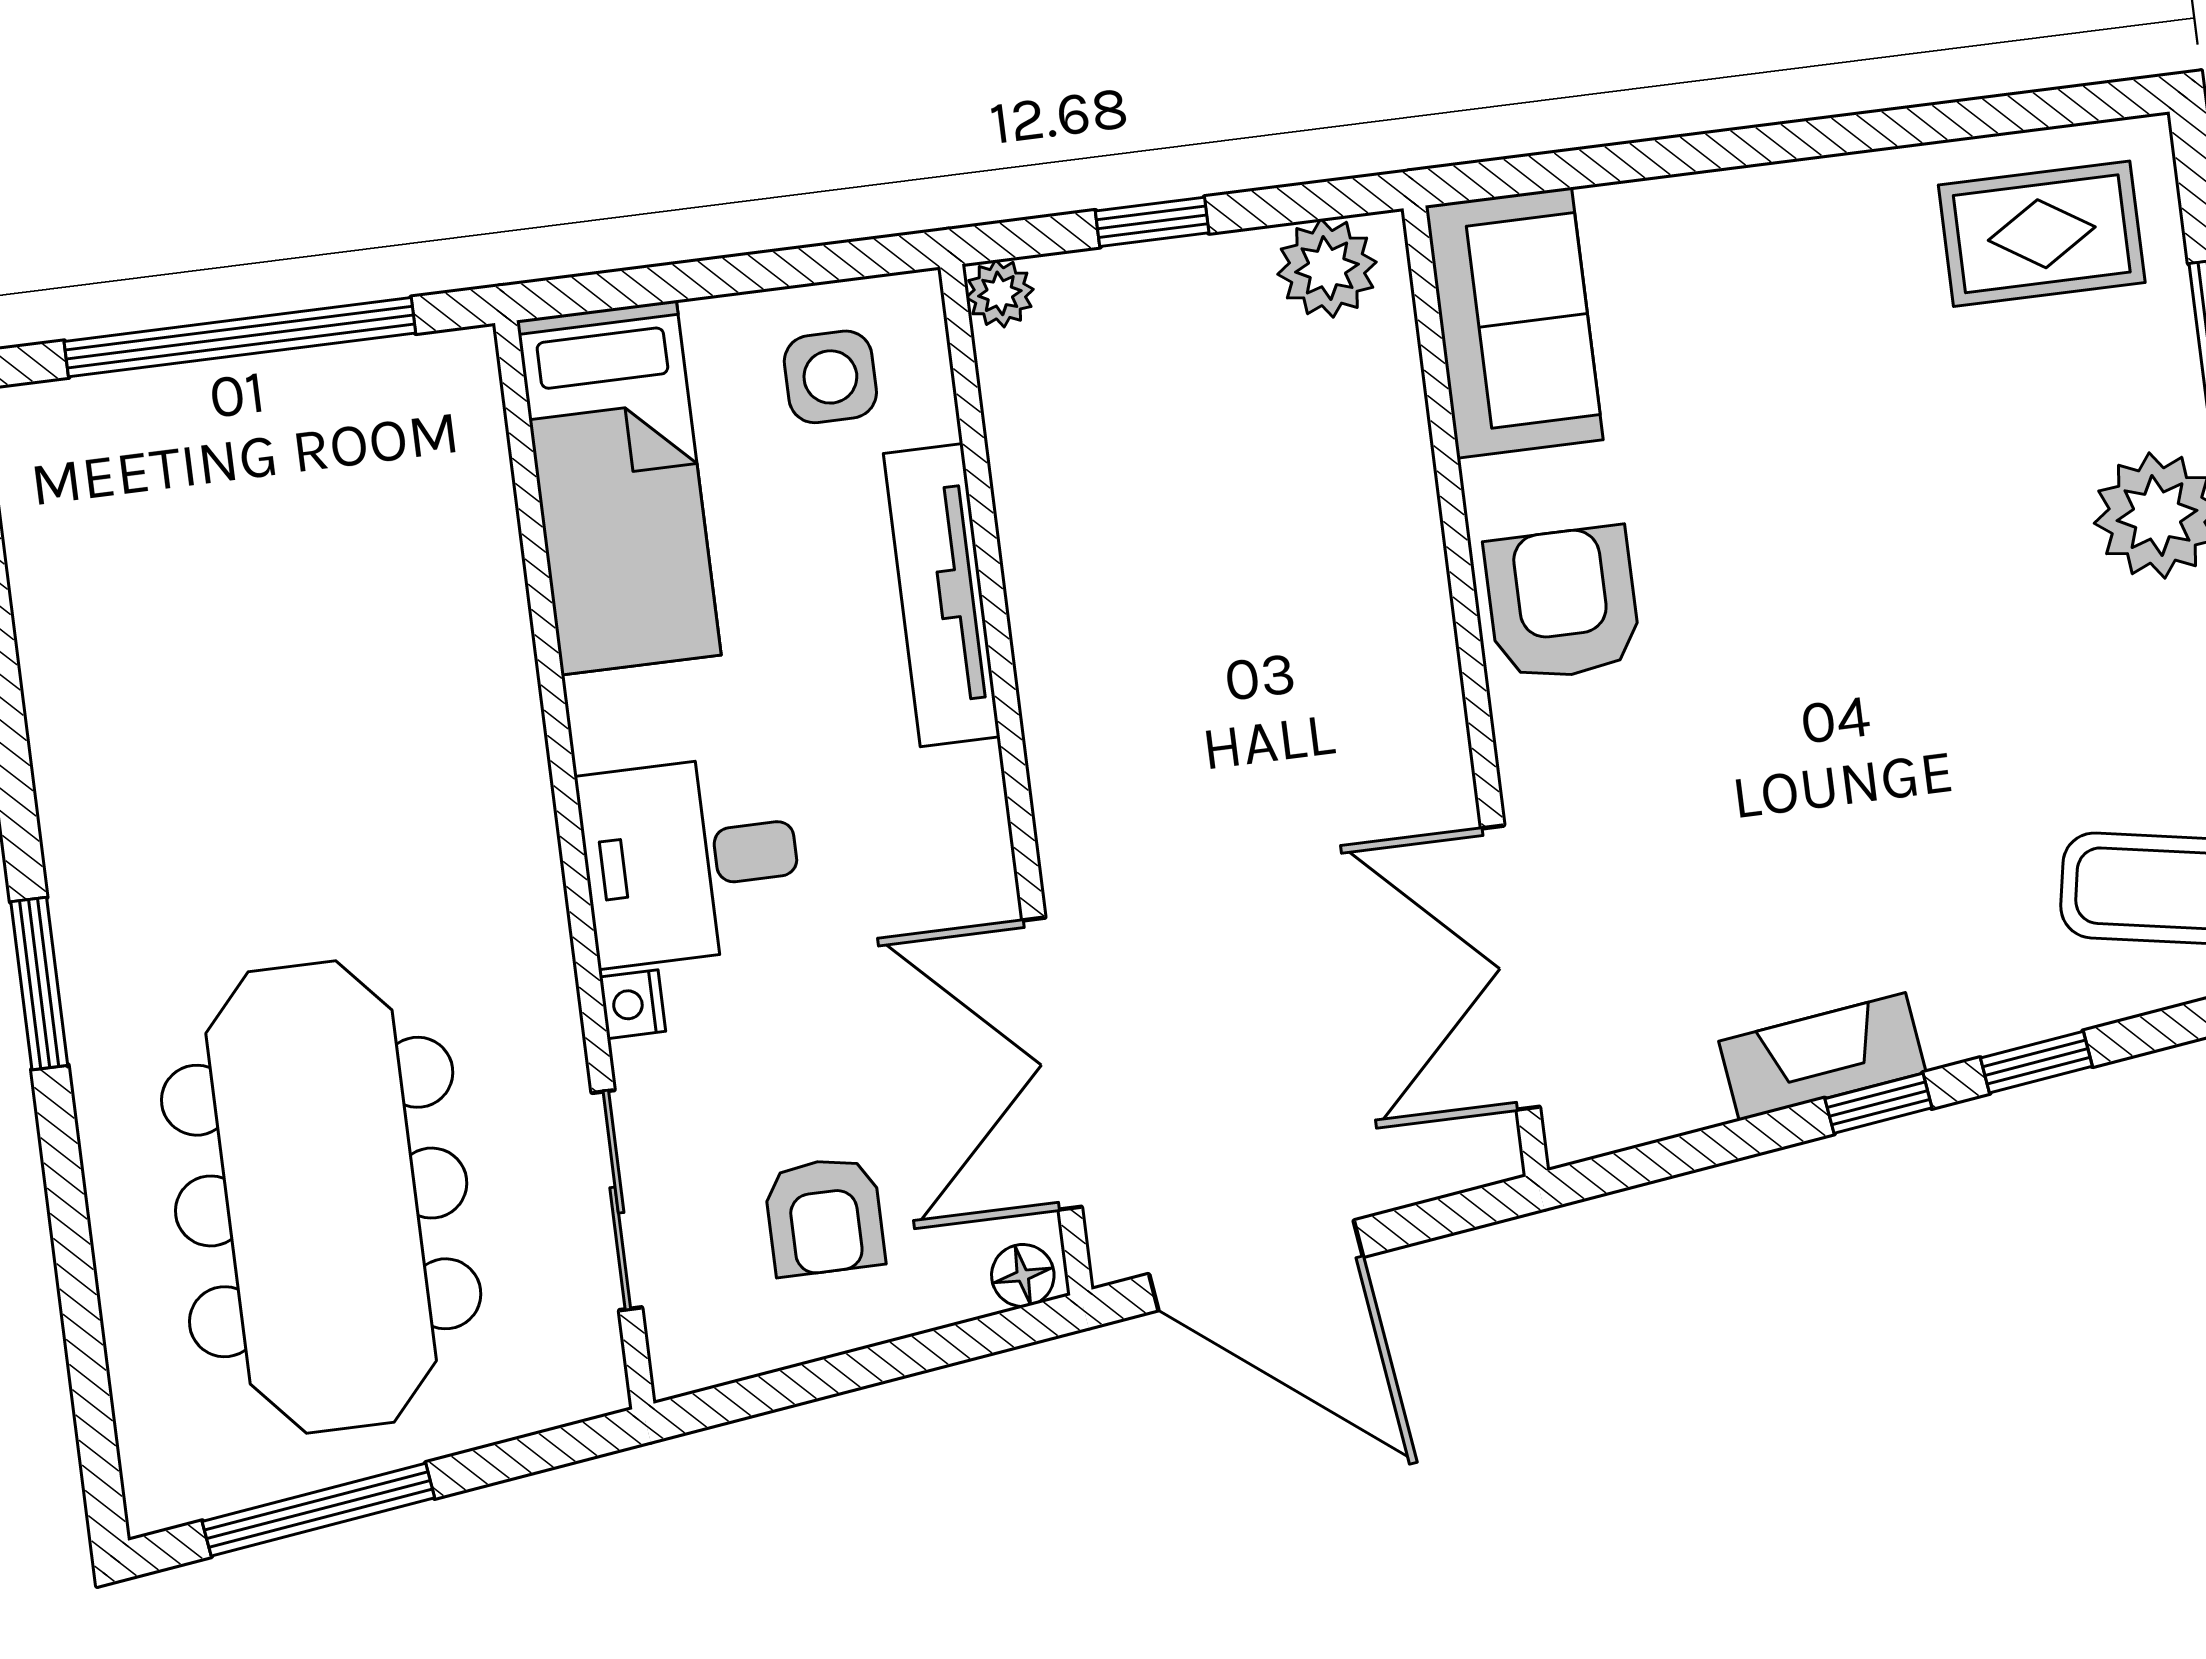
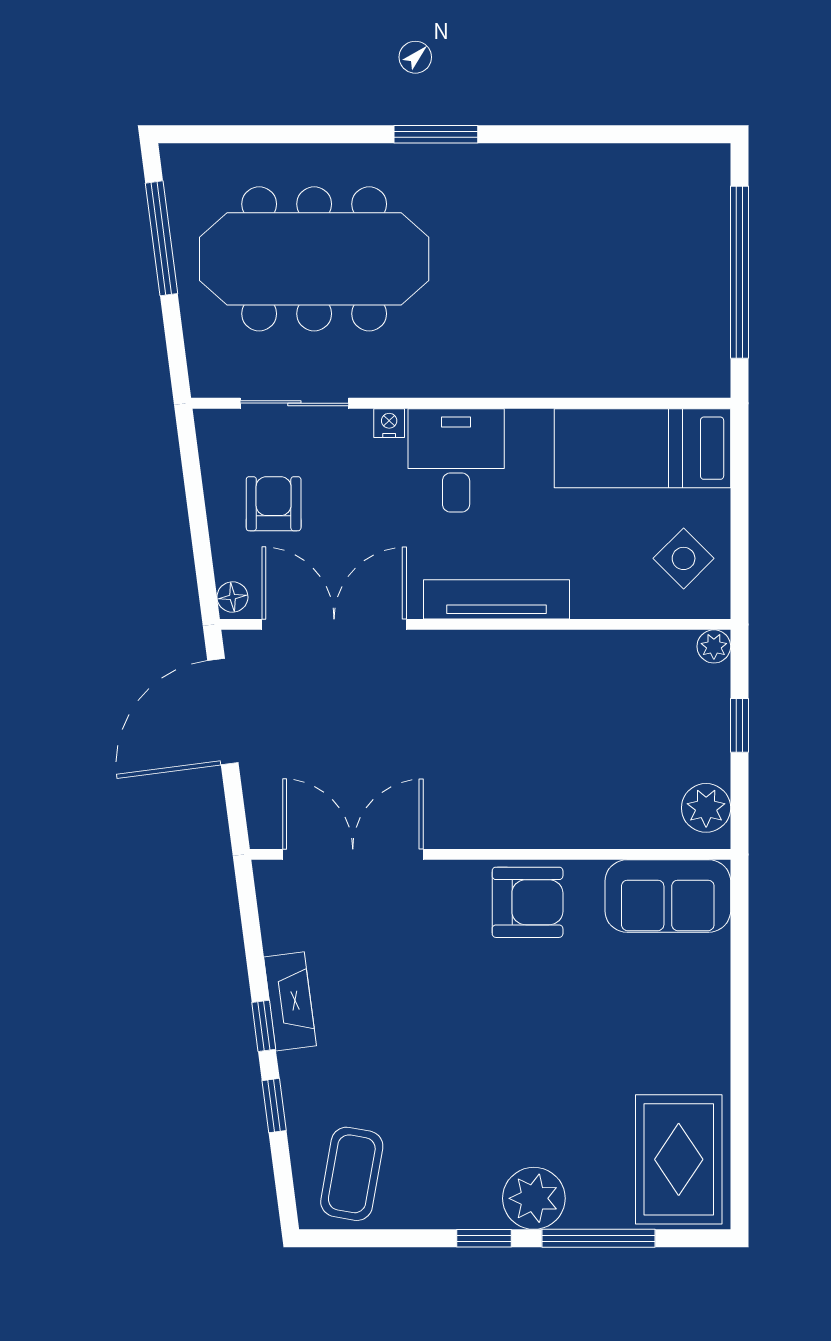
rug: (2042, 234) -> (679, 1159), width x1.36, depth x1.43
side table: (830, 377) -> (684, 558), turned 45
tv unit: (942, 595) -> (497, 599), moved
armchair: (824, 1216) -> (274, 504), turned 90

